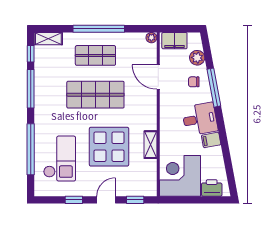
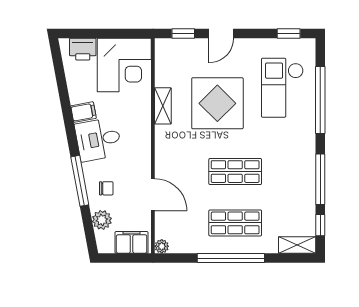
shop shelf: (95, 95) -> (235, 172), width x0.70, depth x0.74
window: (74, 200) -> (289, 34), moved

